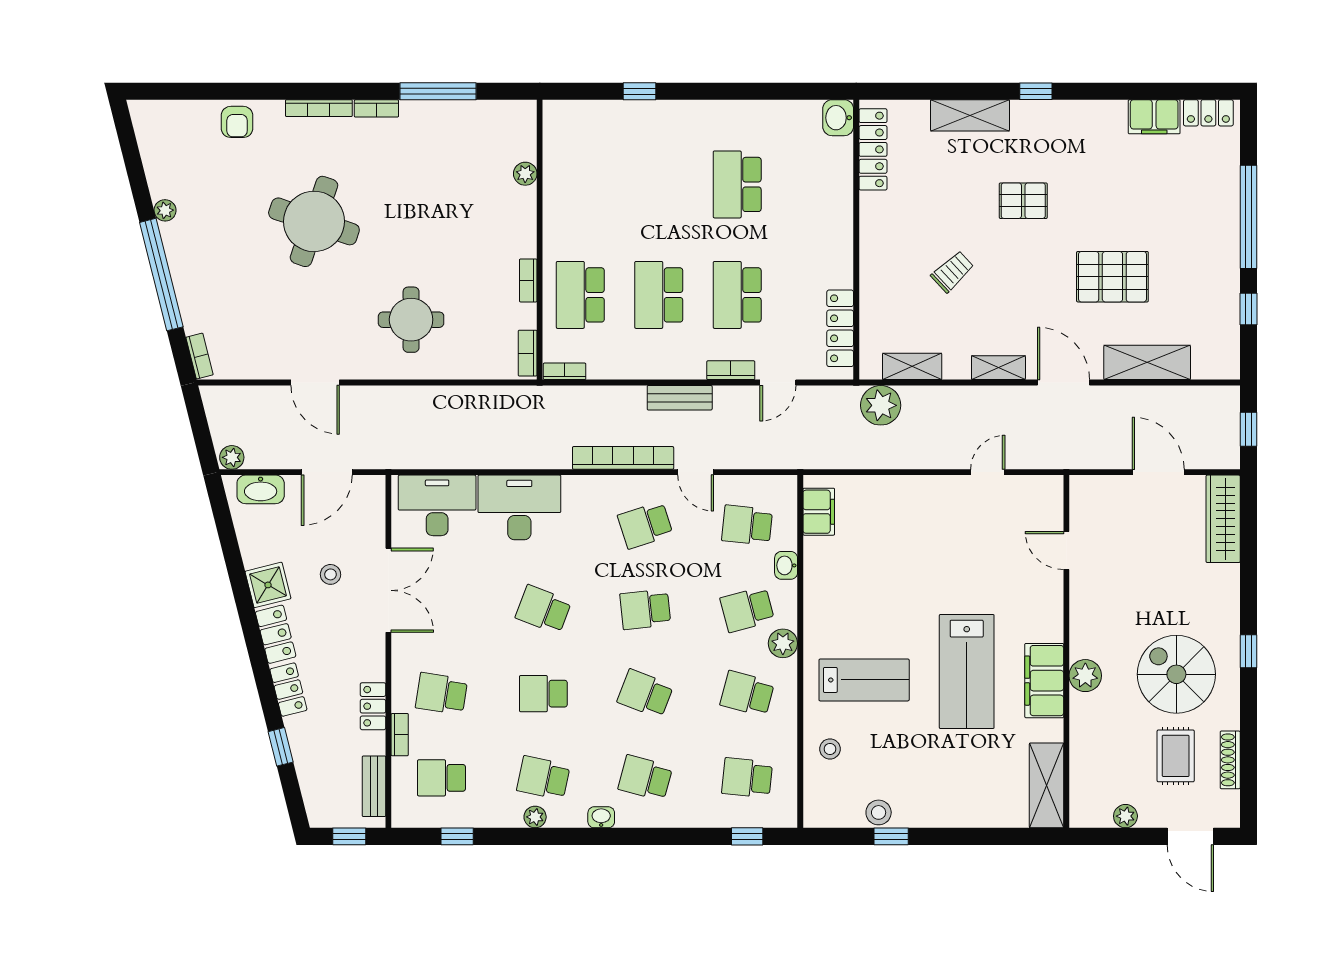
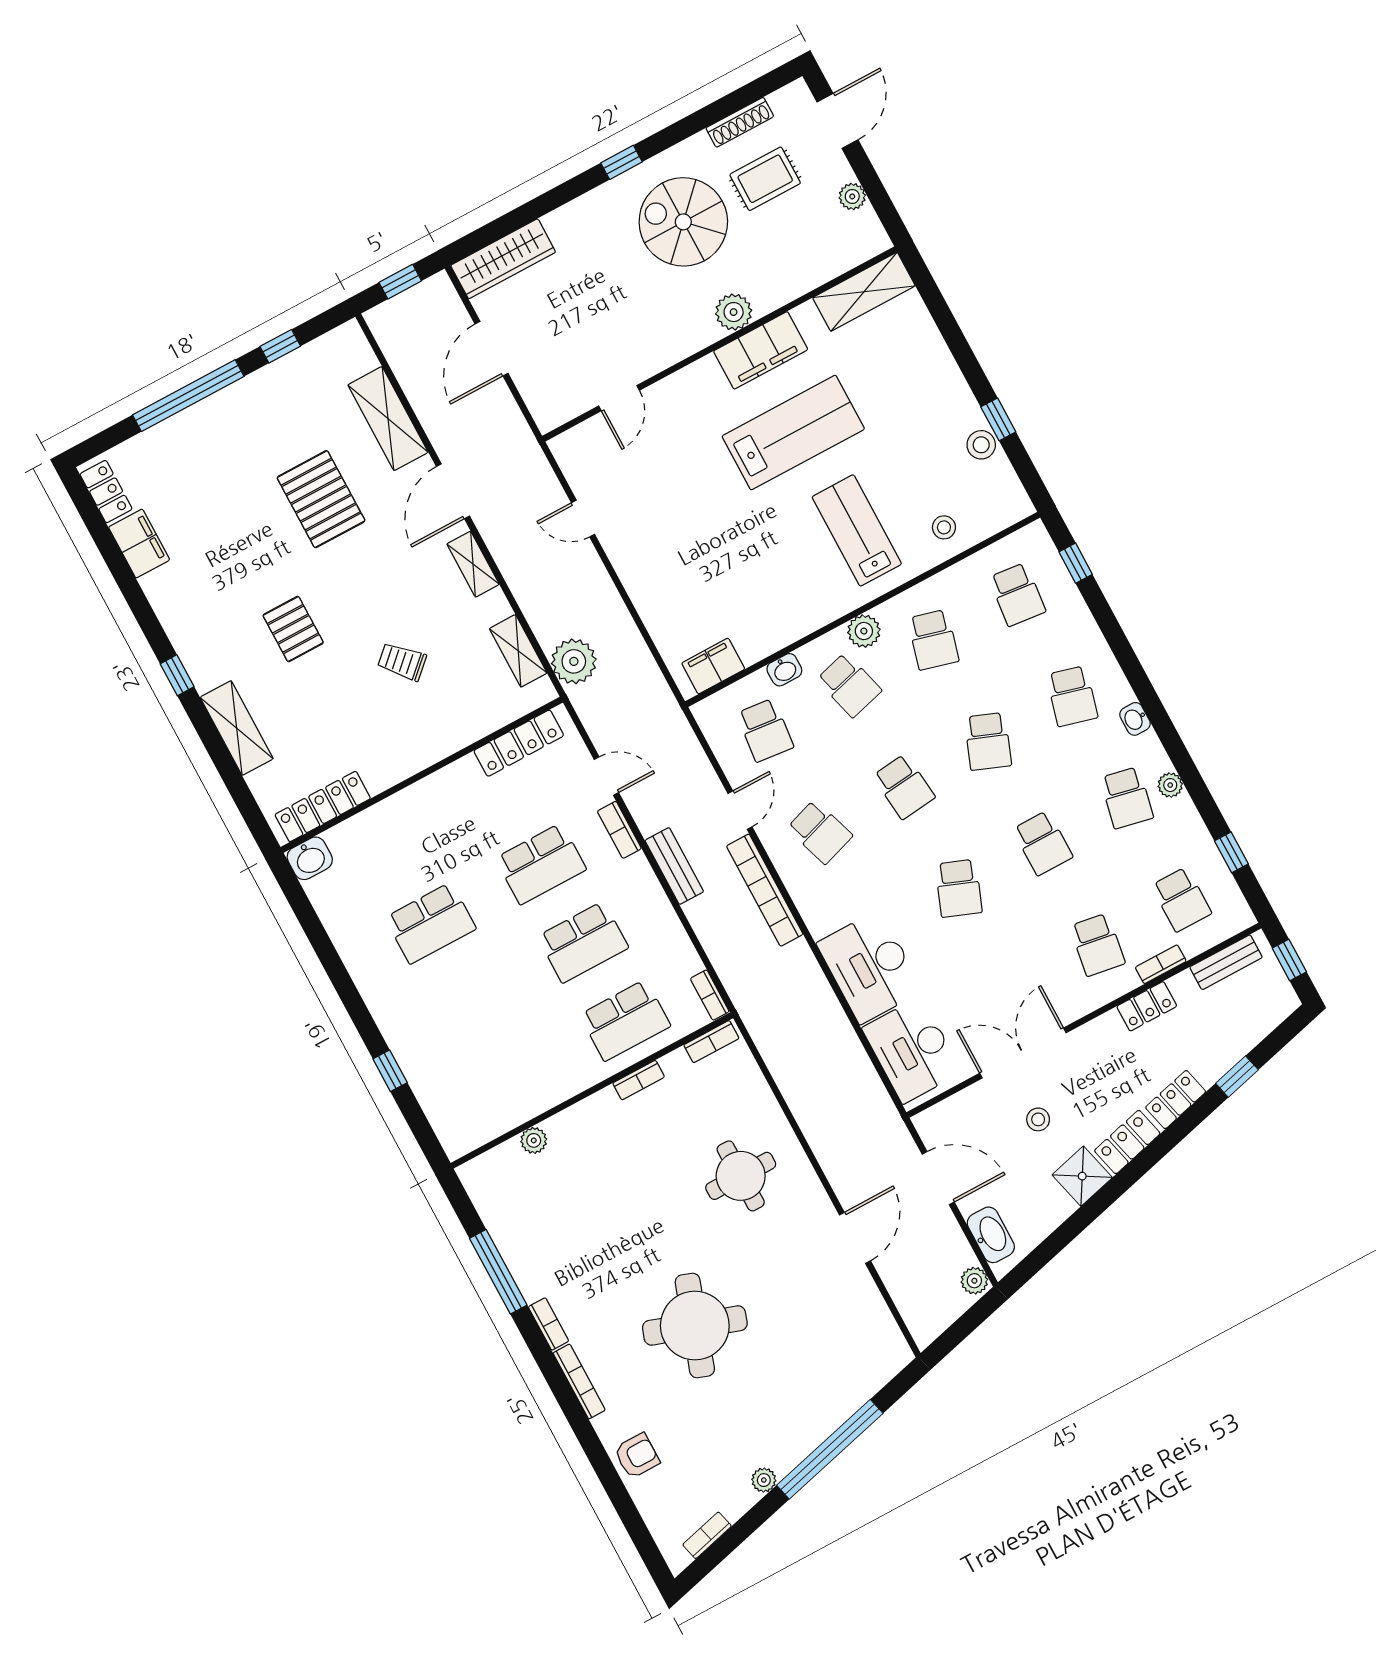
bookcase: (200, 356) -> (707, 1535), moved
spiral stairs: (1176, 674) -> (683, 222), turned 90

